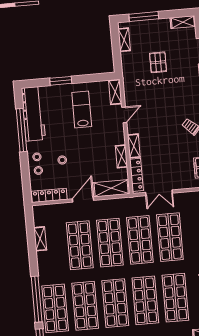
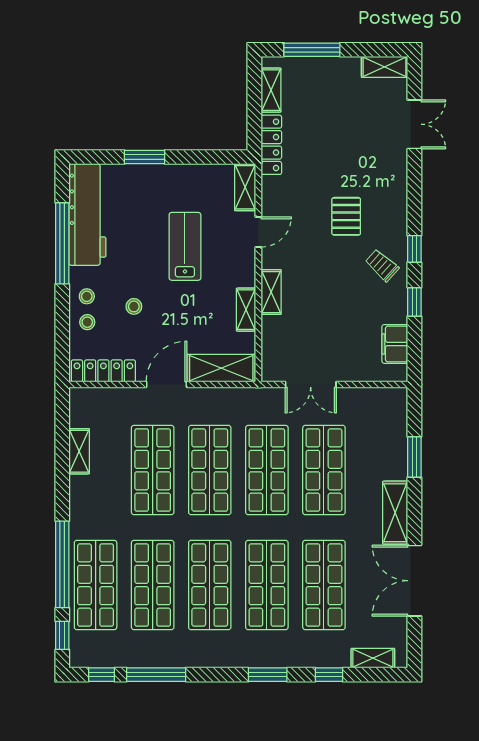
pallet: (158, 62) -> (346, 216), moved
lab bench: (82, 110) -> (185, 246), moved
locker: (136, 175) -> (271, 145), moved

